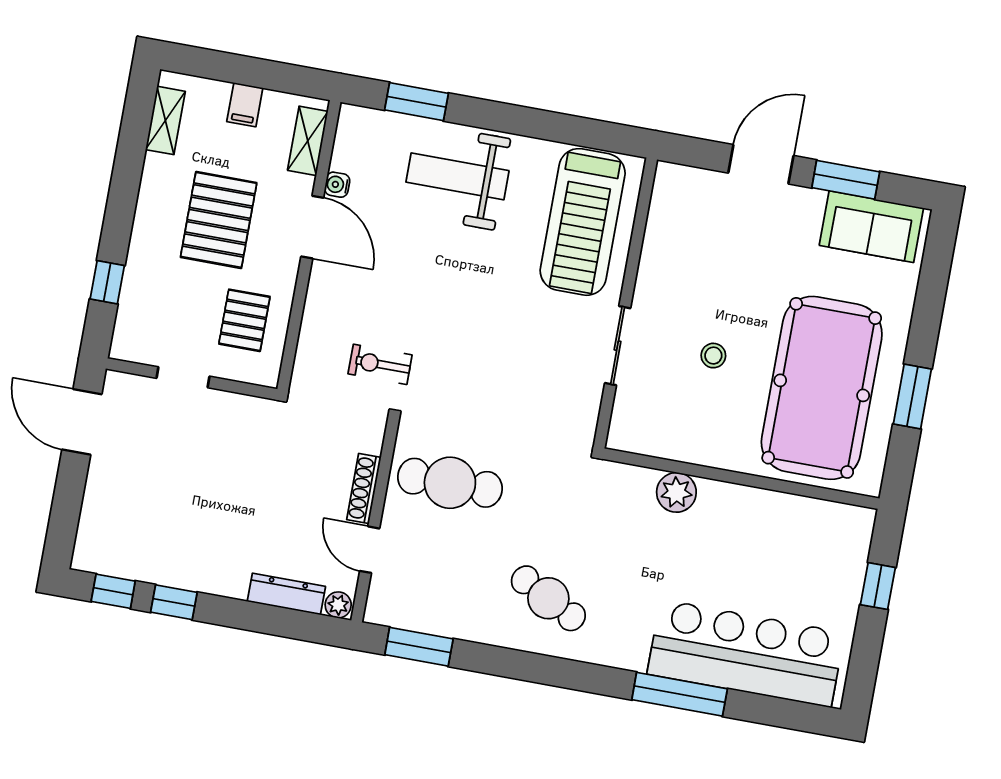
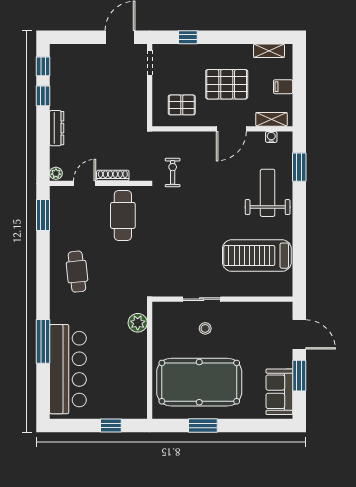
water cooler: (337, 185) -> (271, 137), moved
wall: (625, 303) -> (222, 299), moved
sliding door: (618, 346) -> (202, 299), moved
doorway: (183, 377) -> (150, 63), moved
dresser: (286, 594) -> (57, 128), moved
cafe table: (548, 598) -> (77, 272), turned -34

